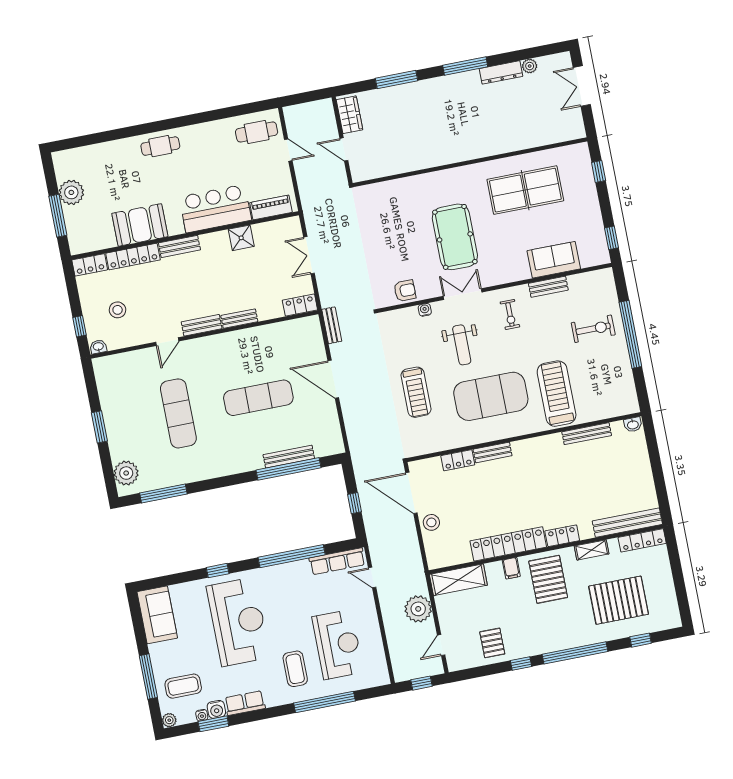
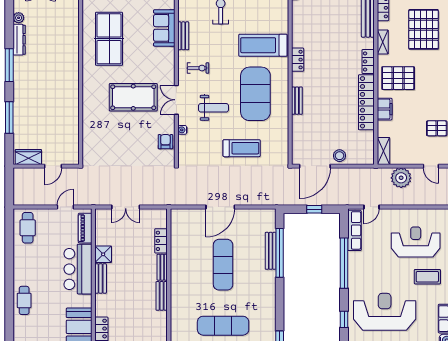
door: (288, 150) -> (65, 207), moved
bench: (179, 246) -> (101, 279), moved
locker: (300, 305) -> (161, 241), moved
bench: (332, 325) -> (180, 200), removed
door: (167, 342) -> (169, 324), removed
bench: (587, 434) -> (297, 29), removed
locker: (458, 460) -> (298, 60), moved
filing cabinet: (511, 568) -> (385, 109), width x2.00
shelving: (458, 580) -> (383, 151), width x0.67, depth x0.75

